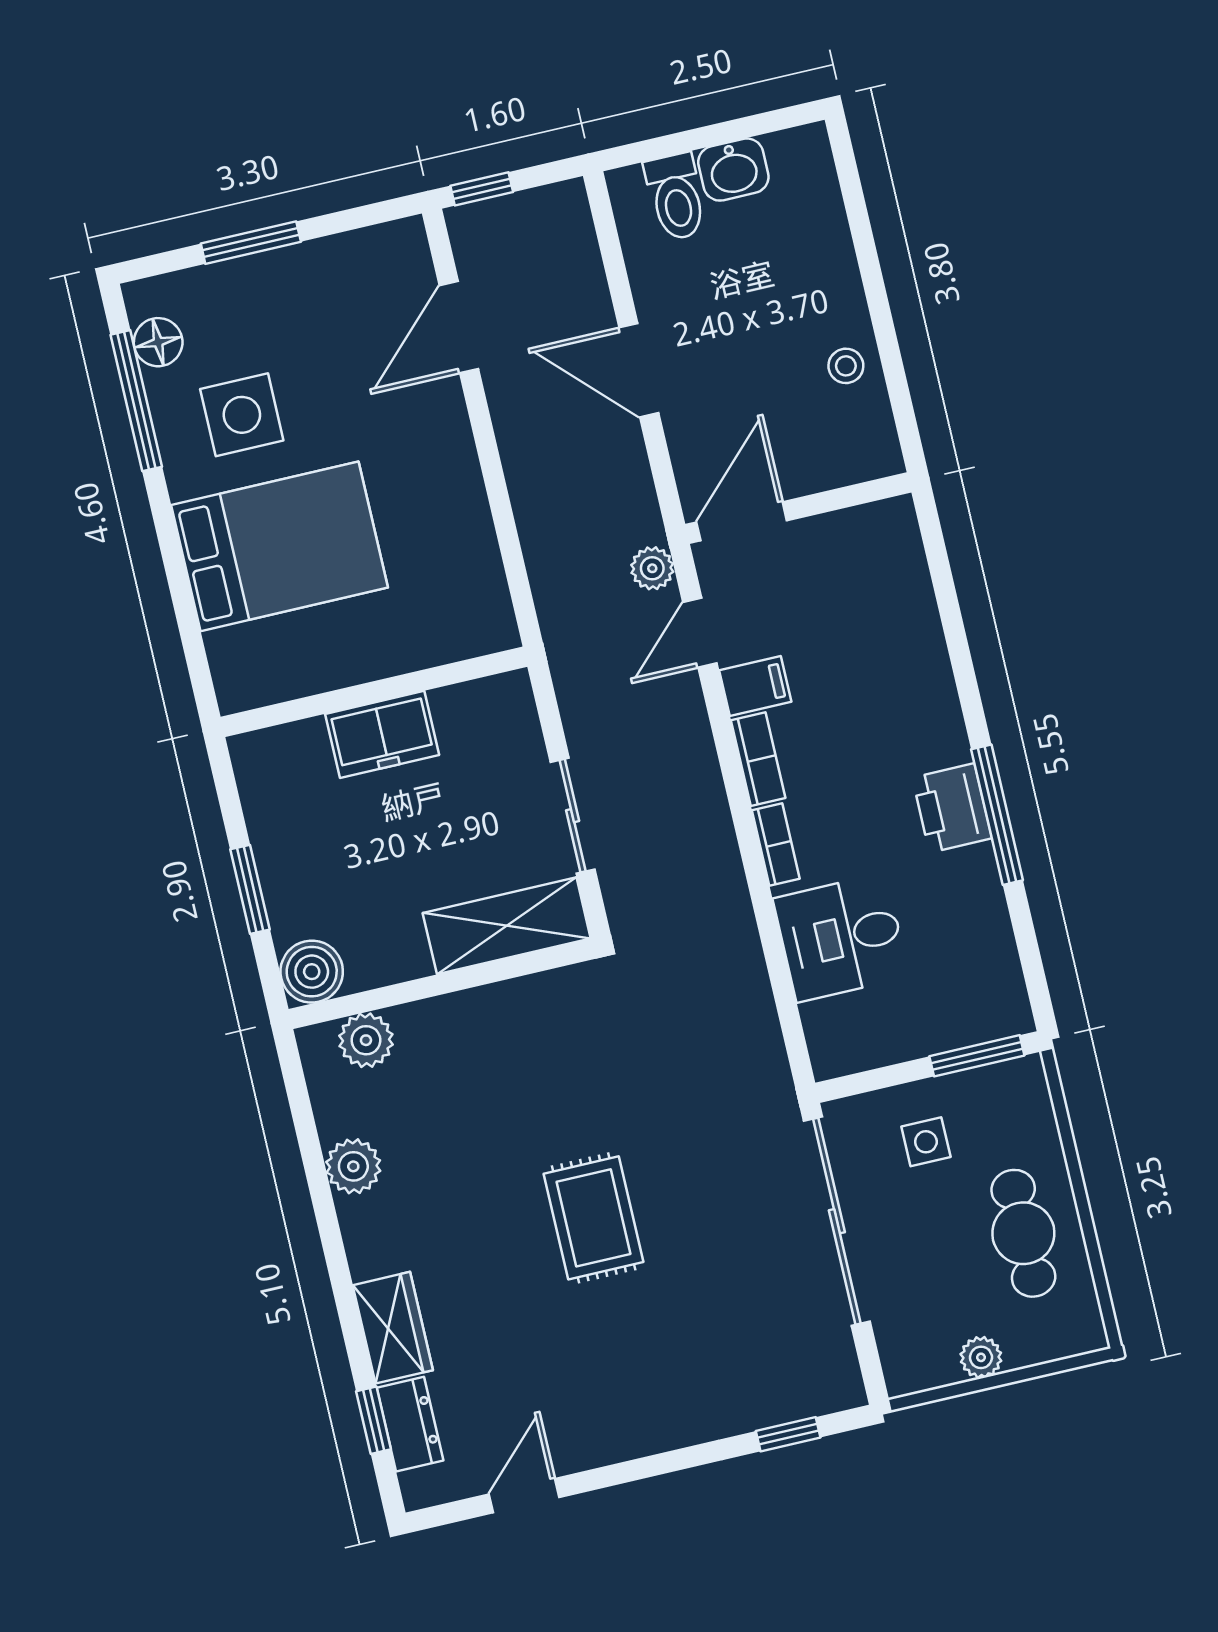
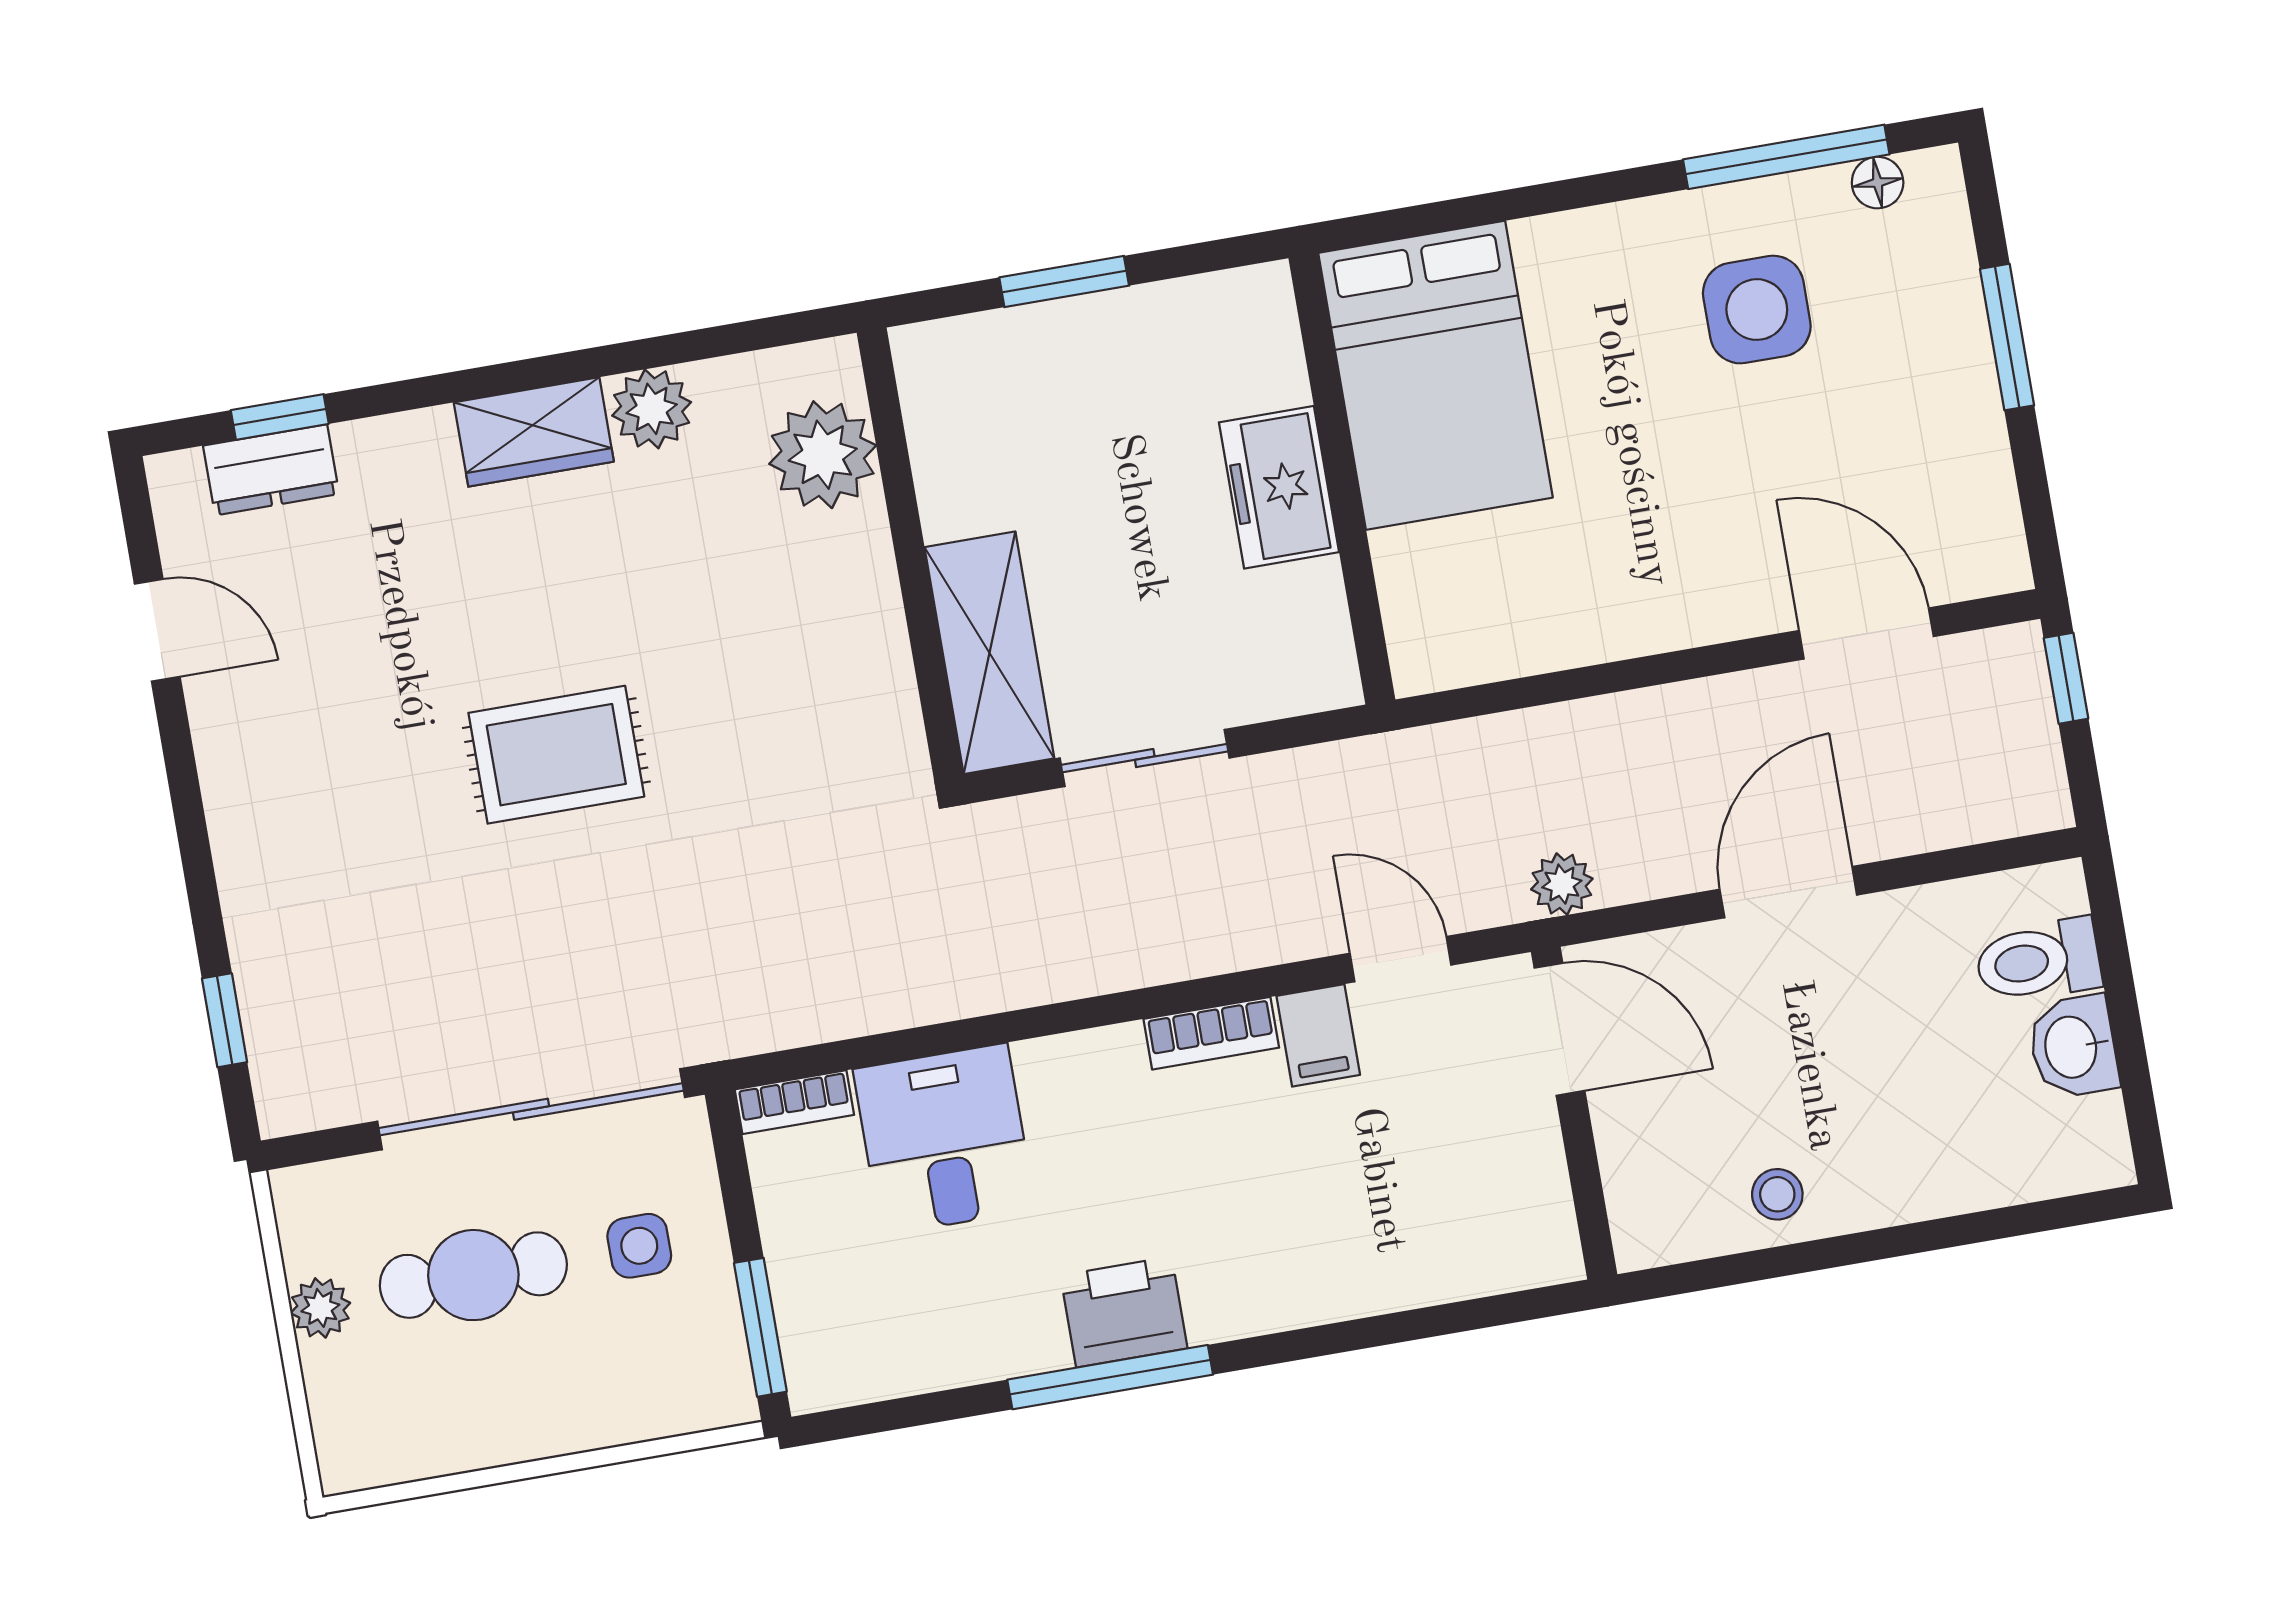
floor lamp: (158, 342) -> (1878, 183), width x0.73, depth x0.73
bed: (280, 546) -> (1436, 375), moved
plant: (652, 568) -> (1562, 884), moved
bookcase: (776, 845) -> (794, 1102), moved
boiler: (312, 972) -> (939, 365), removed
plant: (366, 1040) -> (823, 455), width x1.36, depth x1.36
cafe table: (1023, 1233) -> (473, 1275), moved
wardrobe: (393, 1328) -> (534, 432), moved

